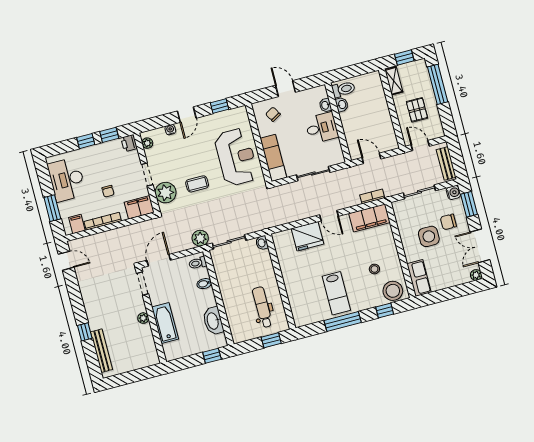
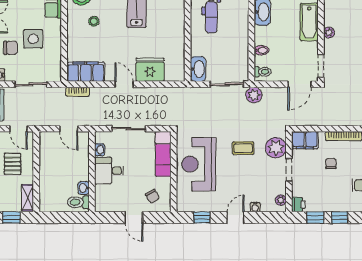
washbasin: (325, 105) -> (100, 150), moved
washbasin: (262, 243) -> (198, 69), width x1.91, depth x1.45

